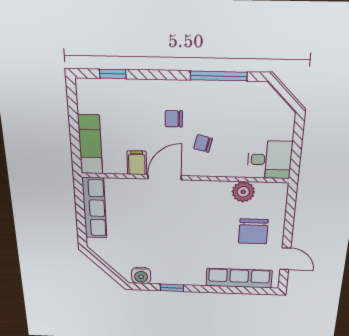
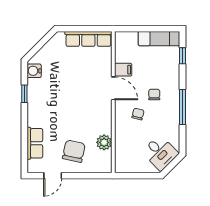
window: (219, 76) -> (182, 107), moved
exam couch: (90, 145) -> (159, 39), moved
desk: (270, 160) -> (160, 153), moved, turned -45
chair: (253, 231) -> (74, 151), turned 102
row of seats: (239, 278) -> (35, 143), width x0.68

